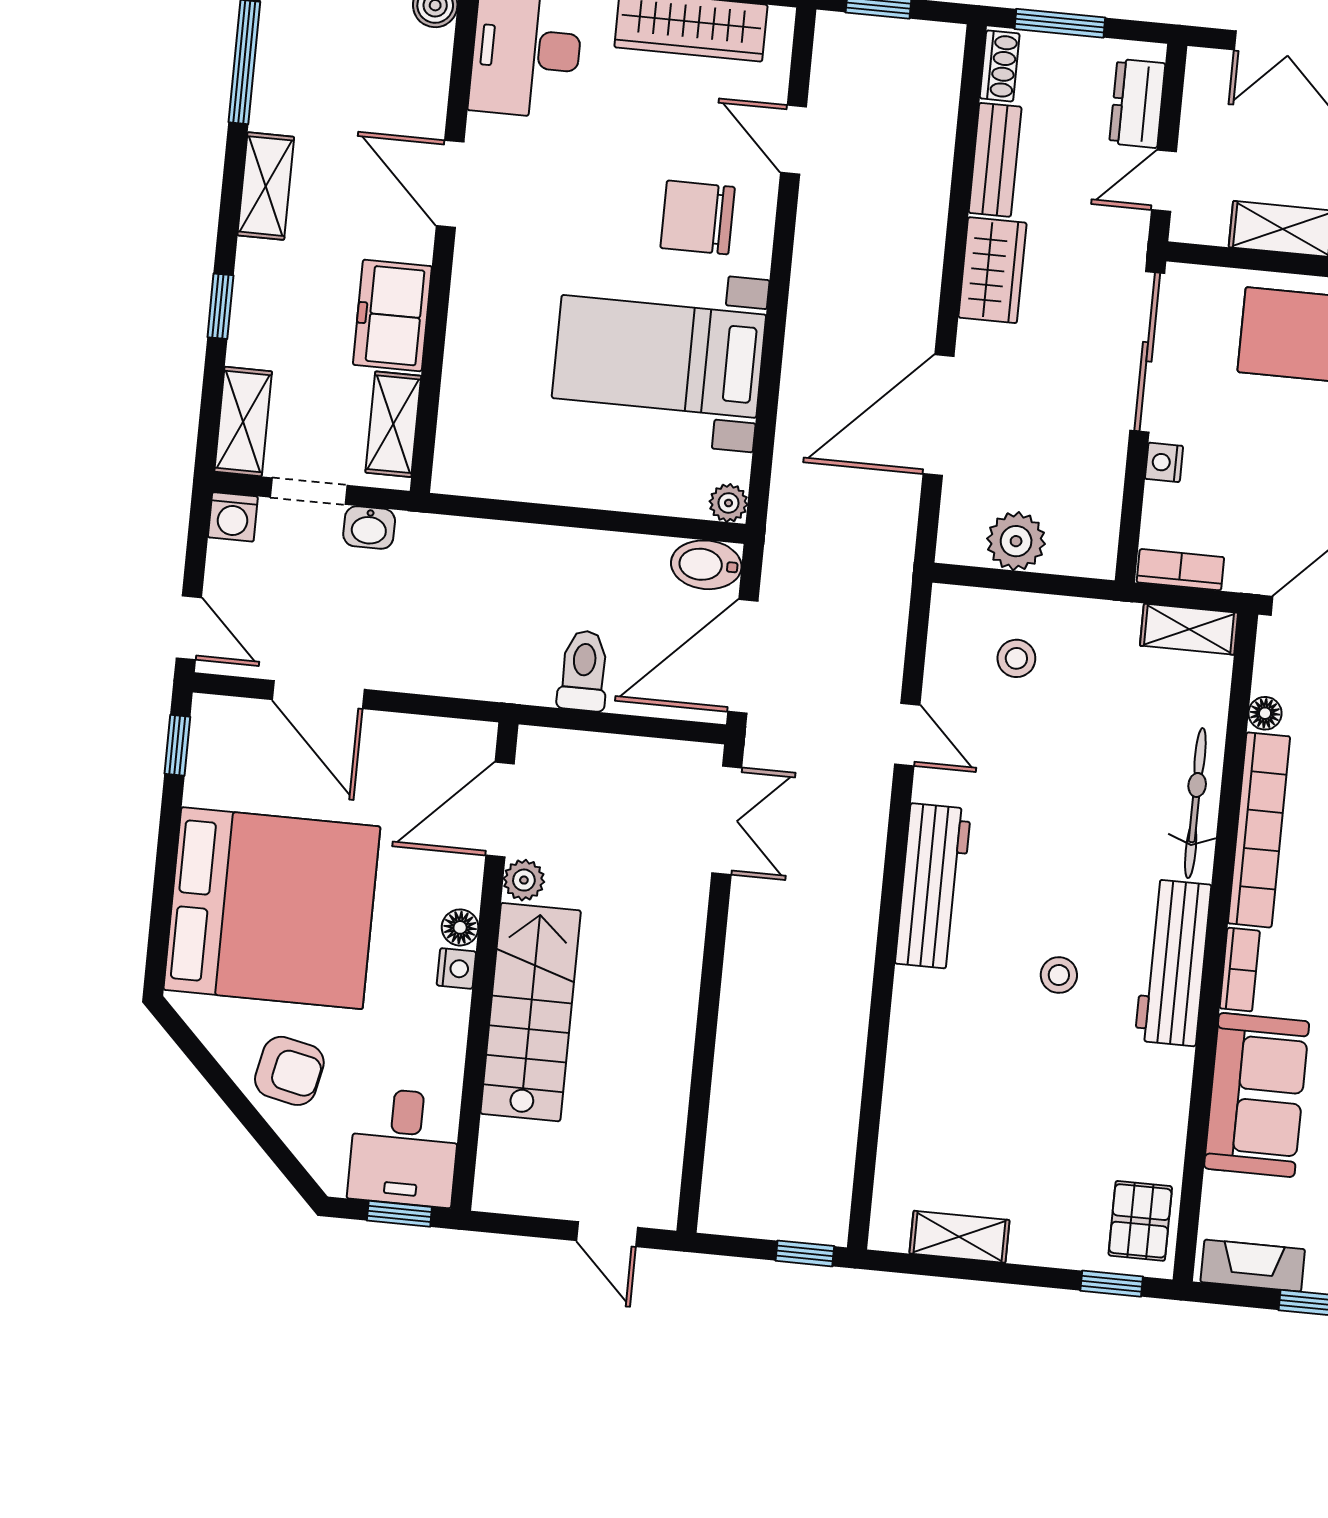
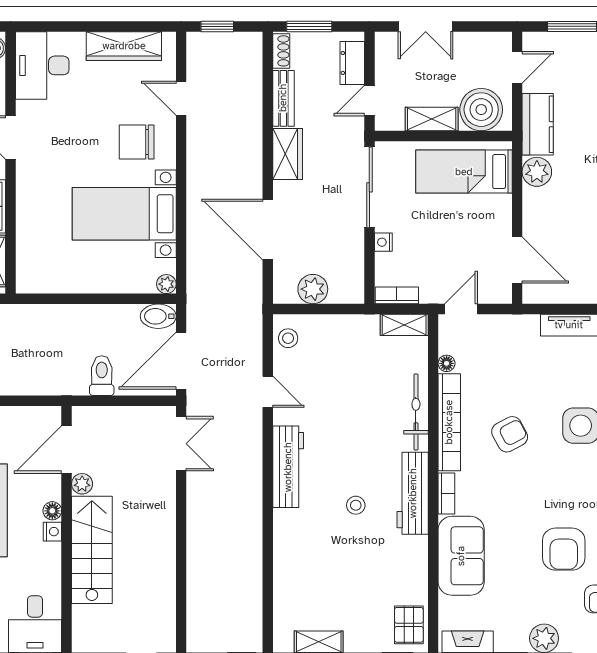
door: (939, 415) -> (268, 230), hinge flipped
stool: (1016, 658) -> (288, 338), moved

